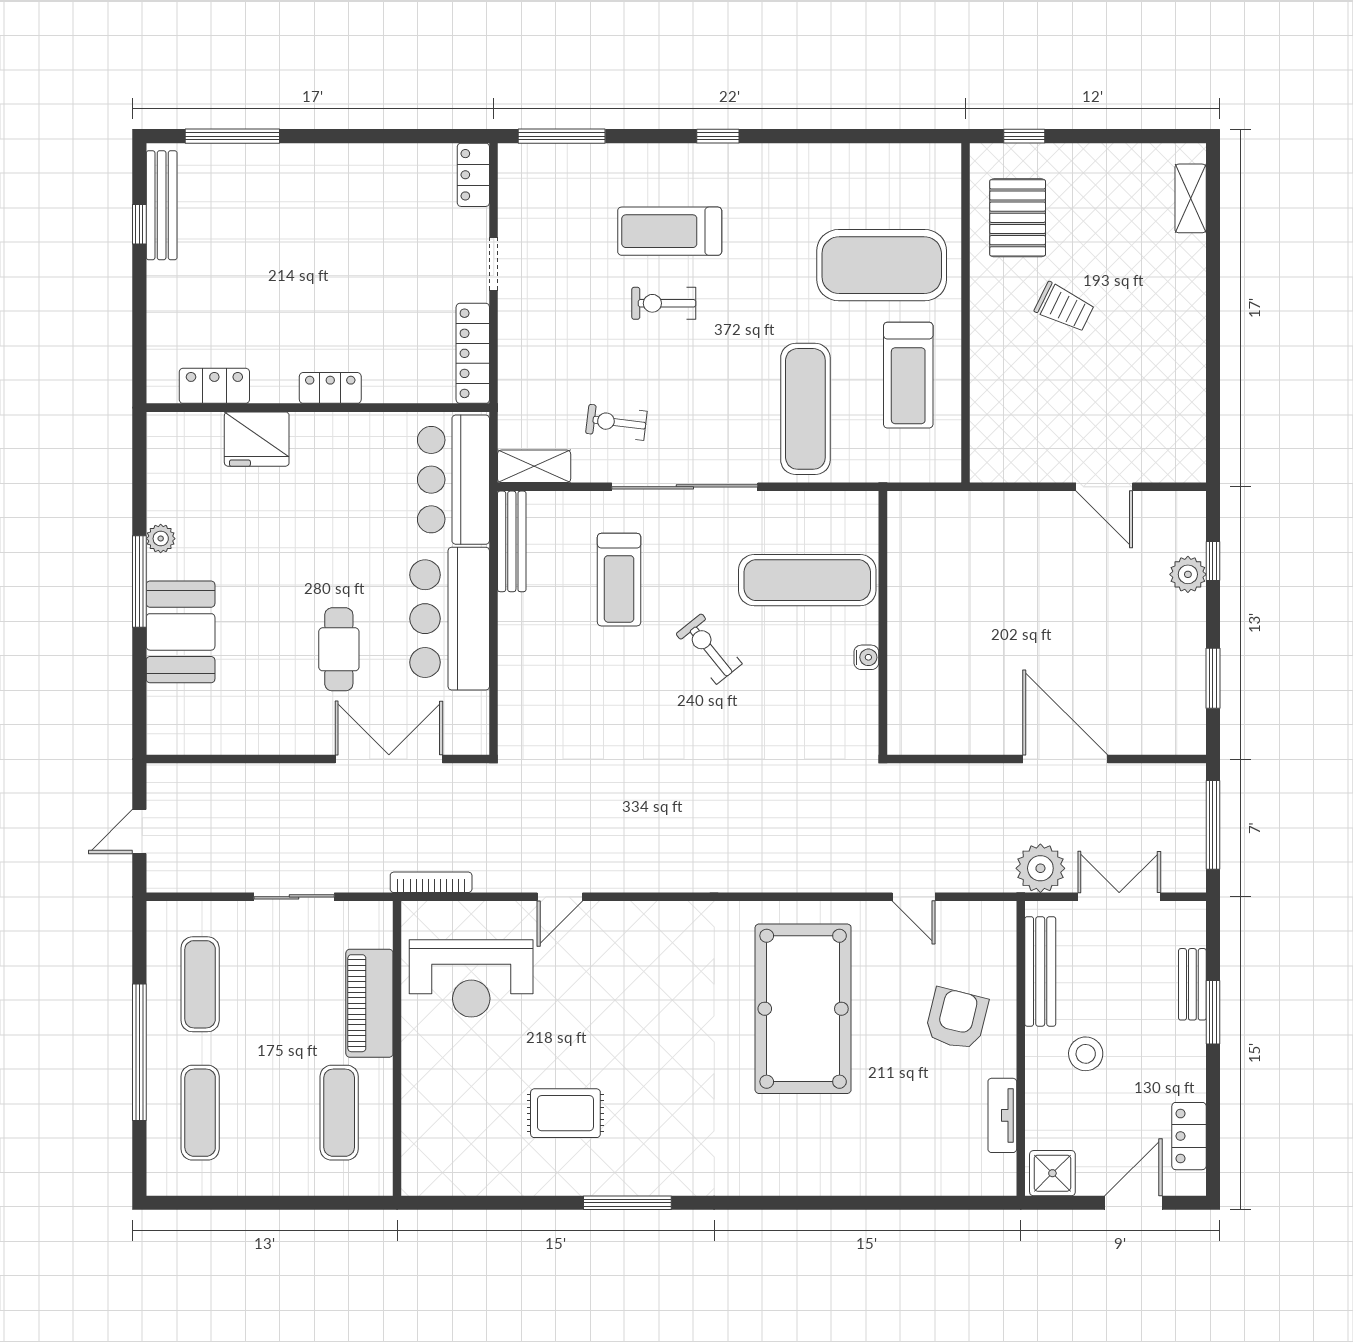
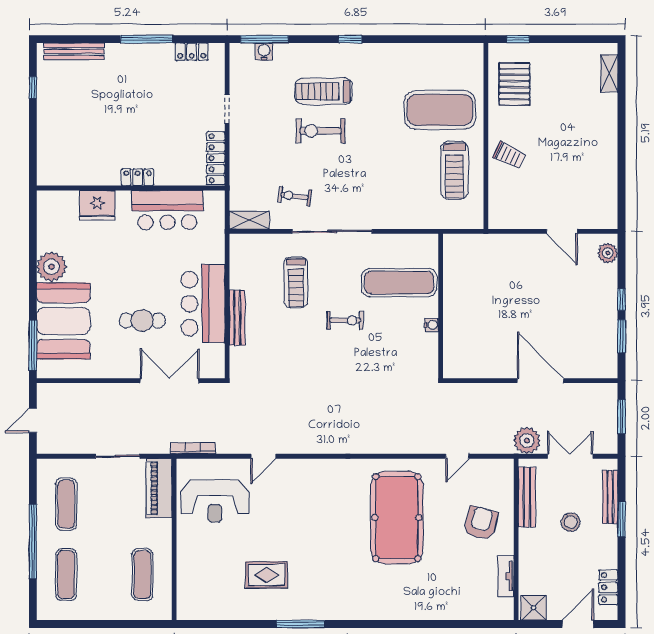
window: (232, 136) -> (147, 39), moved
water cooler: (561, 159) -> (264, 52), added
locker: (473, 175) -> (192, 52), moved, turned -90
bench: (162, 205) -> (74, 51), moved, turned 90
exercise bike: (664, 303) -> (320, 131), width x1.38, depth x1.39
trolley: (1064, 307) -> (509, 155), moved
locker: (214, 386) -> (74, 176), removed
exercise mat: (805, 409) -> (398, 189), removed
bar counter: (453, 480) -> (167, 210), moved, turned -90
plant: (161, 539) -> (51, 267), width x1.88, depth x1.88
bench: (512, 541) -> (237, 318), moved
window: (1213, 561) -> (621, 299), moved
plant: (1188, 574) -> (608, 253), moved
window: (139, 582) -> (33, 345), moved
booth: (181, 632) -> (63, 321), width x1.36, depth x1.42
cafe table: (339, 649) -> (142, 321), turned 90
exercise bike: (709, 649) -> (345, 320), turned 129
window: (1213, 825) -> (621, 417), width x0.69
door: (914, 897) -> (457, 456), hinge flipped
bench: (1192, 984) -> (610, 497), width x1.36
piano: (369, 1003) -> (159, 488), moved
stool: (1086, 1054) -> (571, 522), moved

